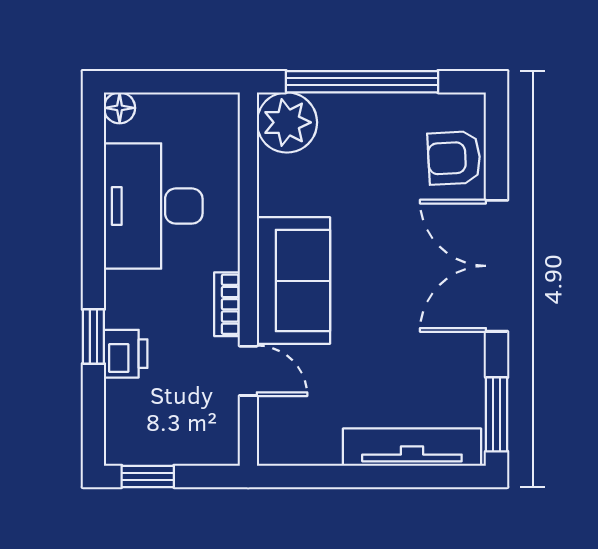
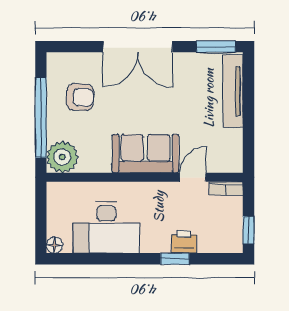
armchair: (454, 158) -> (80, 97), moved, turned -84
bookcase: (227, 304) -> (226, 188), moved

